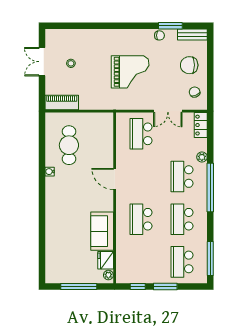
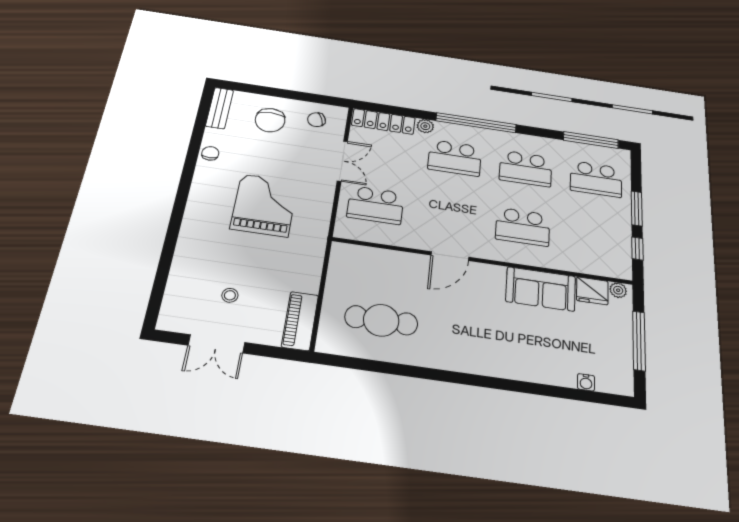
window: (170, 26) -> (197, 136), removed
locker: (201, 125) -> (383, 121), width x1.53
water cooler: (50, 172) -> (586, 382), moved

